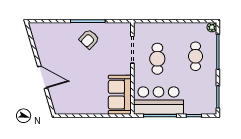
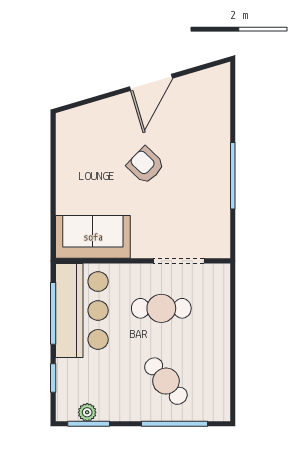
plant: (212, 27) -> (87, 412), moved
armchair: (89, 39) -> (145, 165), moved
cafe table: (196, 56) -> (166, 381), turned 50
door: (43, 77) -> (151, 82), moved

